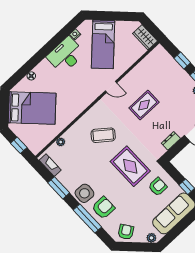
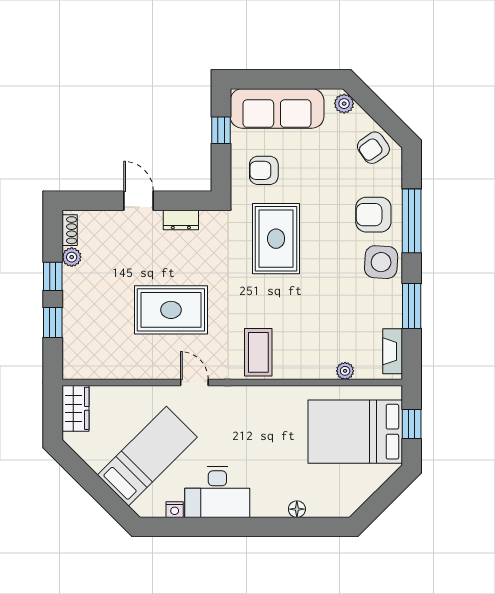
rug: (144, 105) -> (171, 310), width x1.36, depth x1.43
bed: (32, 108) -> (355, 432), moved, turned -45
coffee table: (103, 135) -> (258, 352), moved, turned 52

